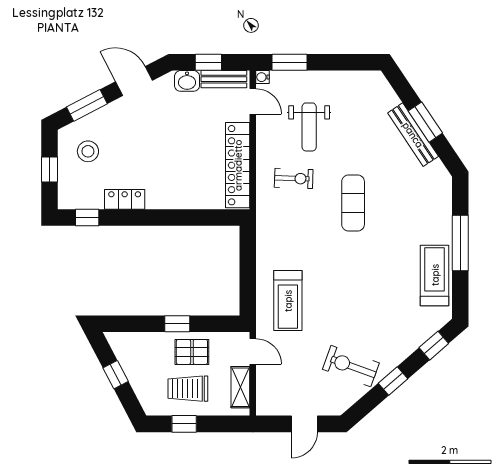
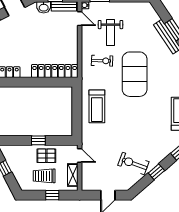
locker: (238, 165) -> (55, 71), moved, turned 90
exercise mat: (353, 203) -> (135, 74), width x2.00, depth x1.45
treadmill: (288, 301) -> (97, 106), moved
window: (184, 424) -> (52, 195), moved

